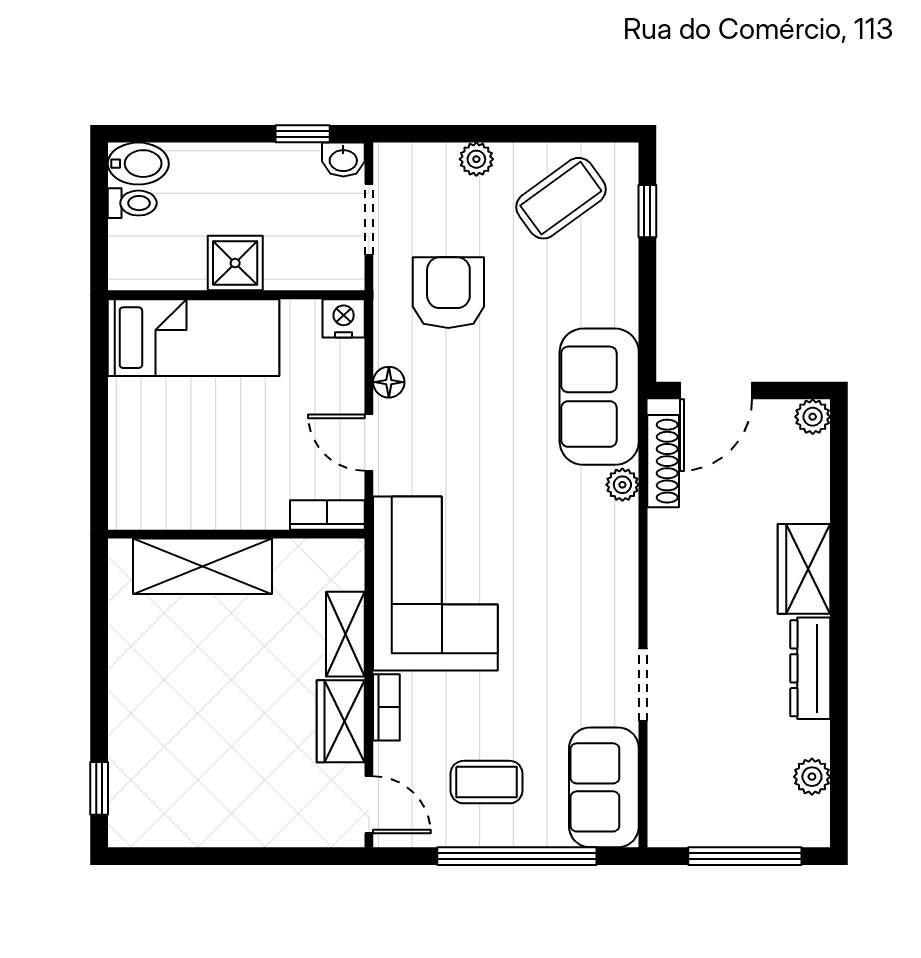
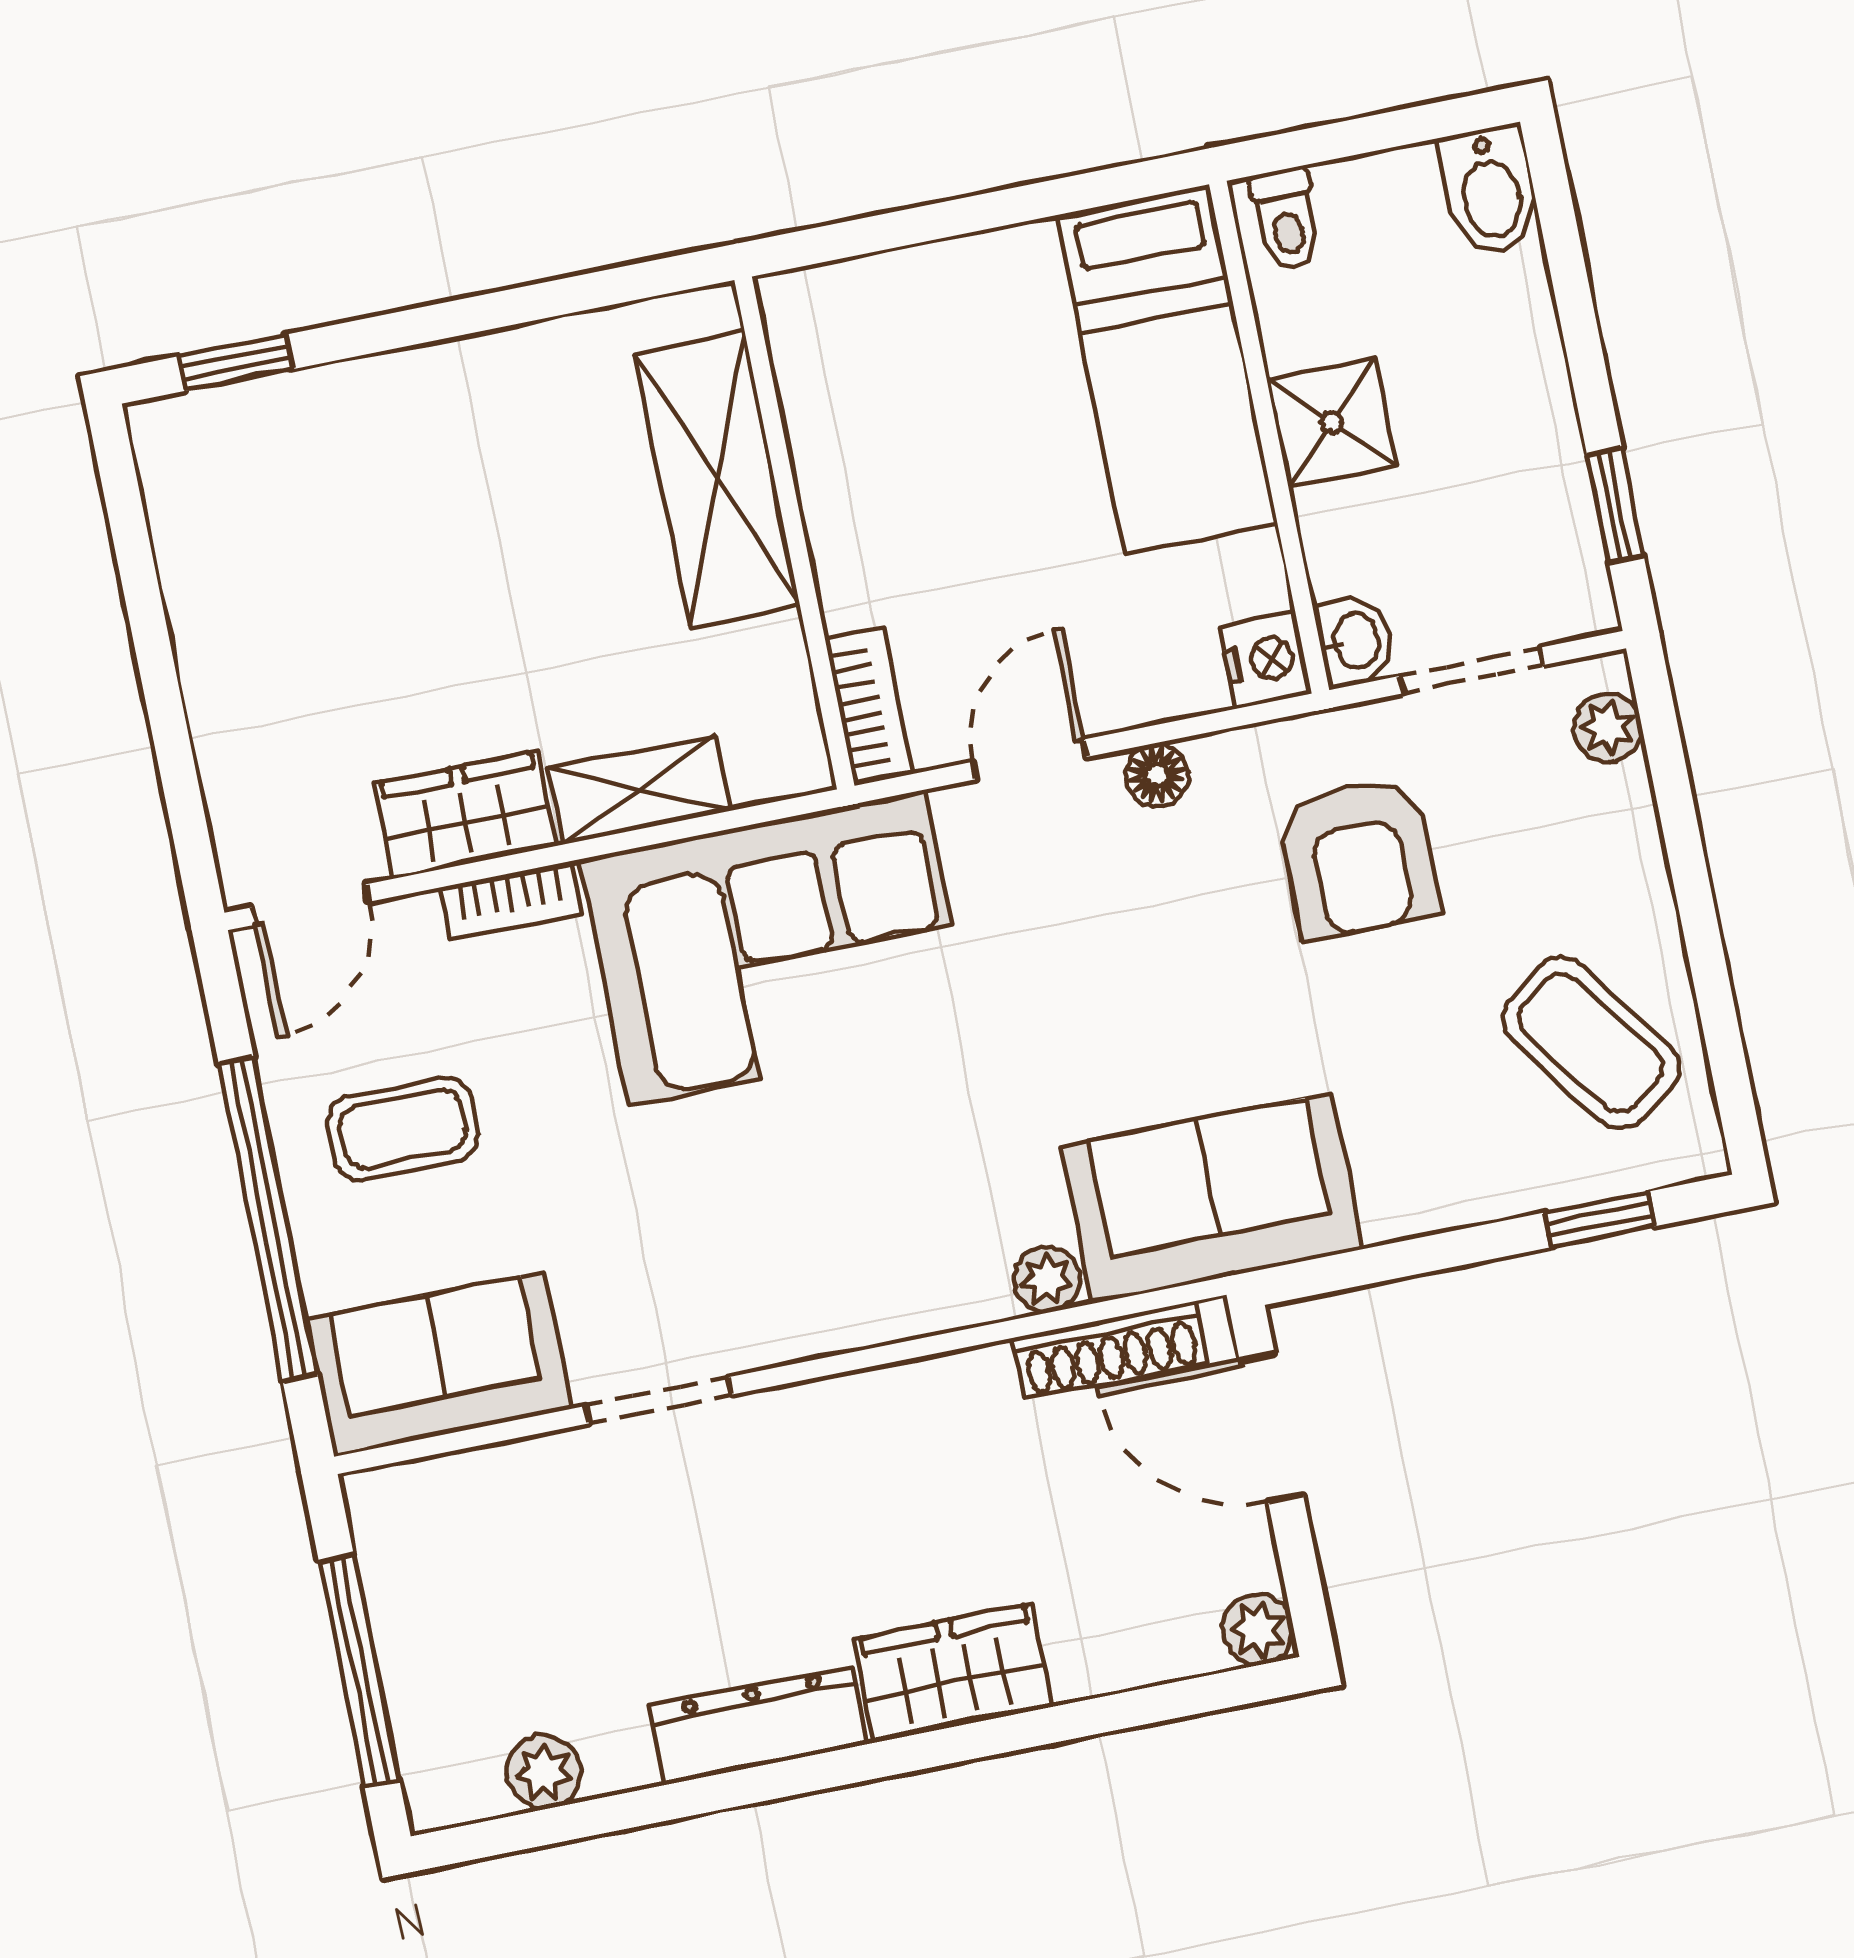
plant: (476, 159) -> (1608, 728), moved
washbasin: (343, 160) -> (1355, 641), moved, turned 180
toilet: (132, 203) -> (1286, 219), moved
armchair: (448, 293) -> (1358, 857), turned 90
coffee table: (487, 782) -> (403, 1129), turned 90

